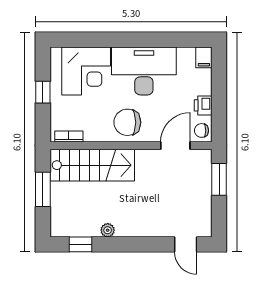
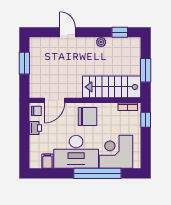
window: (113, 40) -> (97, 173), added
filing cabinet: (204, 57) -> (47, 161), moved
window: (43, 92) -> (146, 120), moved
window: (219, 179) -> (24, 63), moved
door: (186, 244) -> (68, 32), moved

